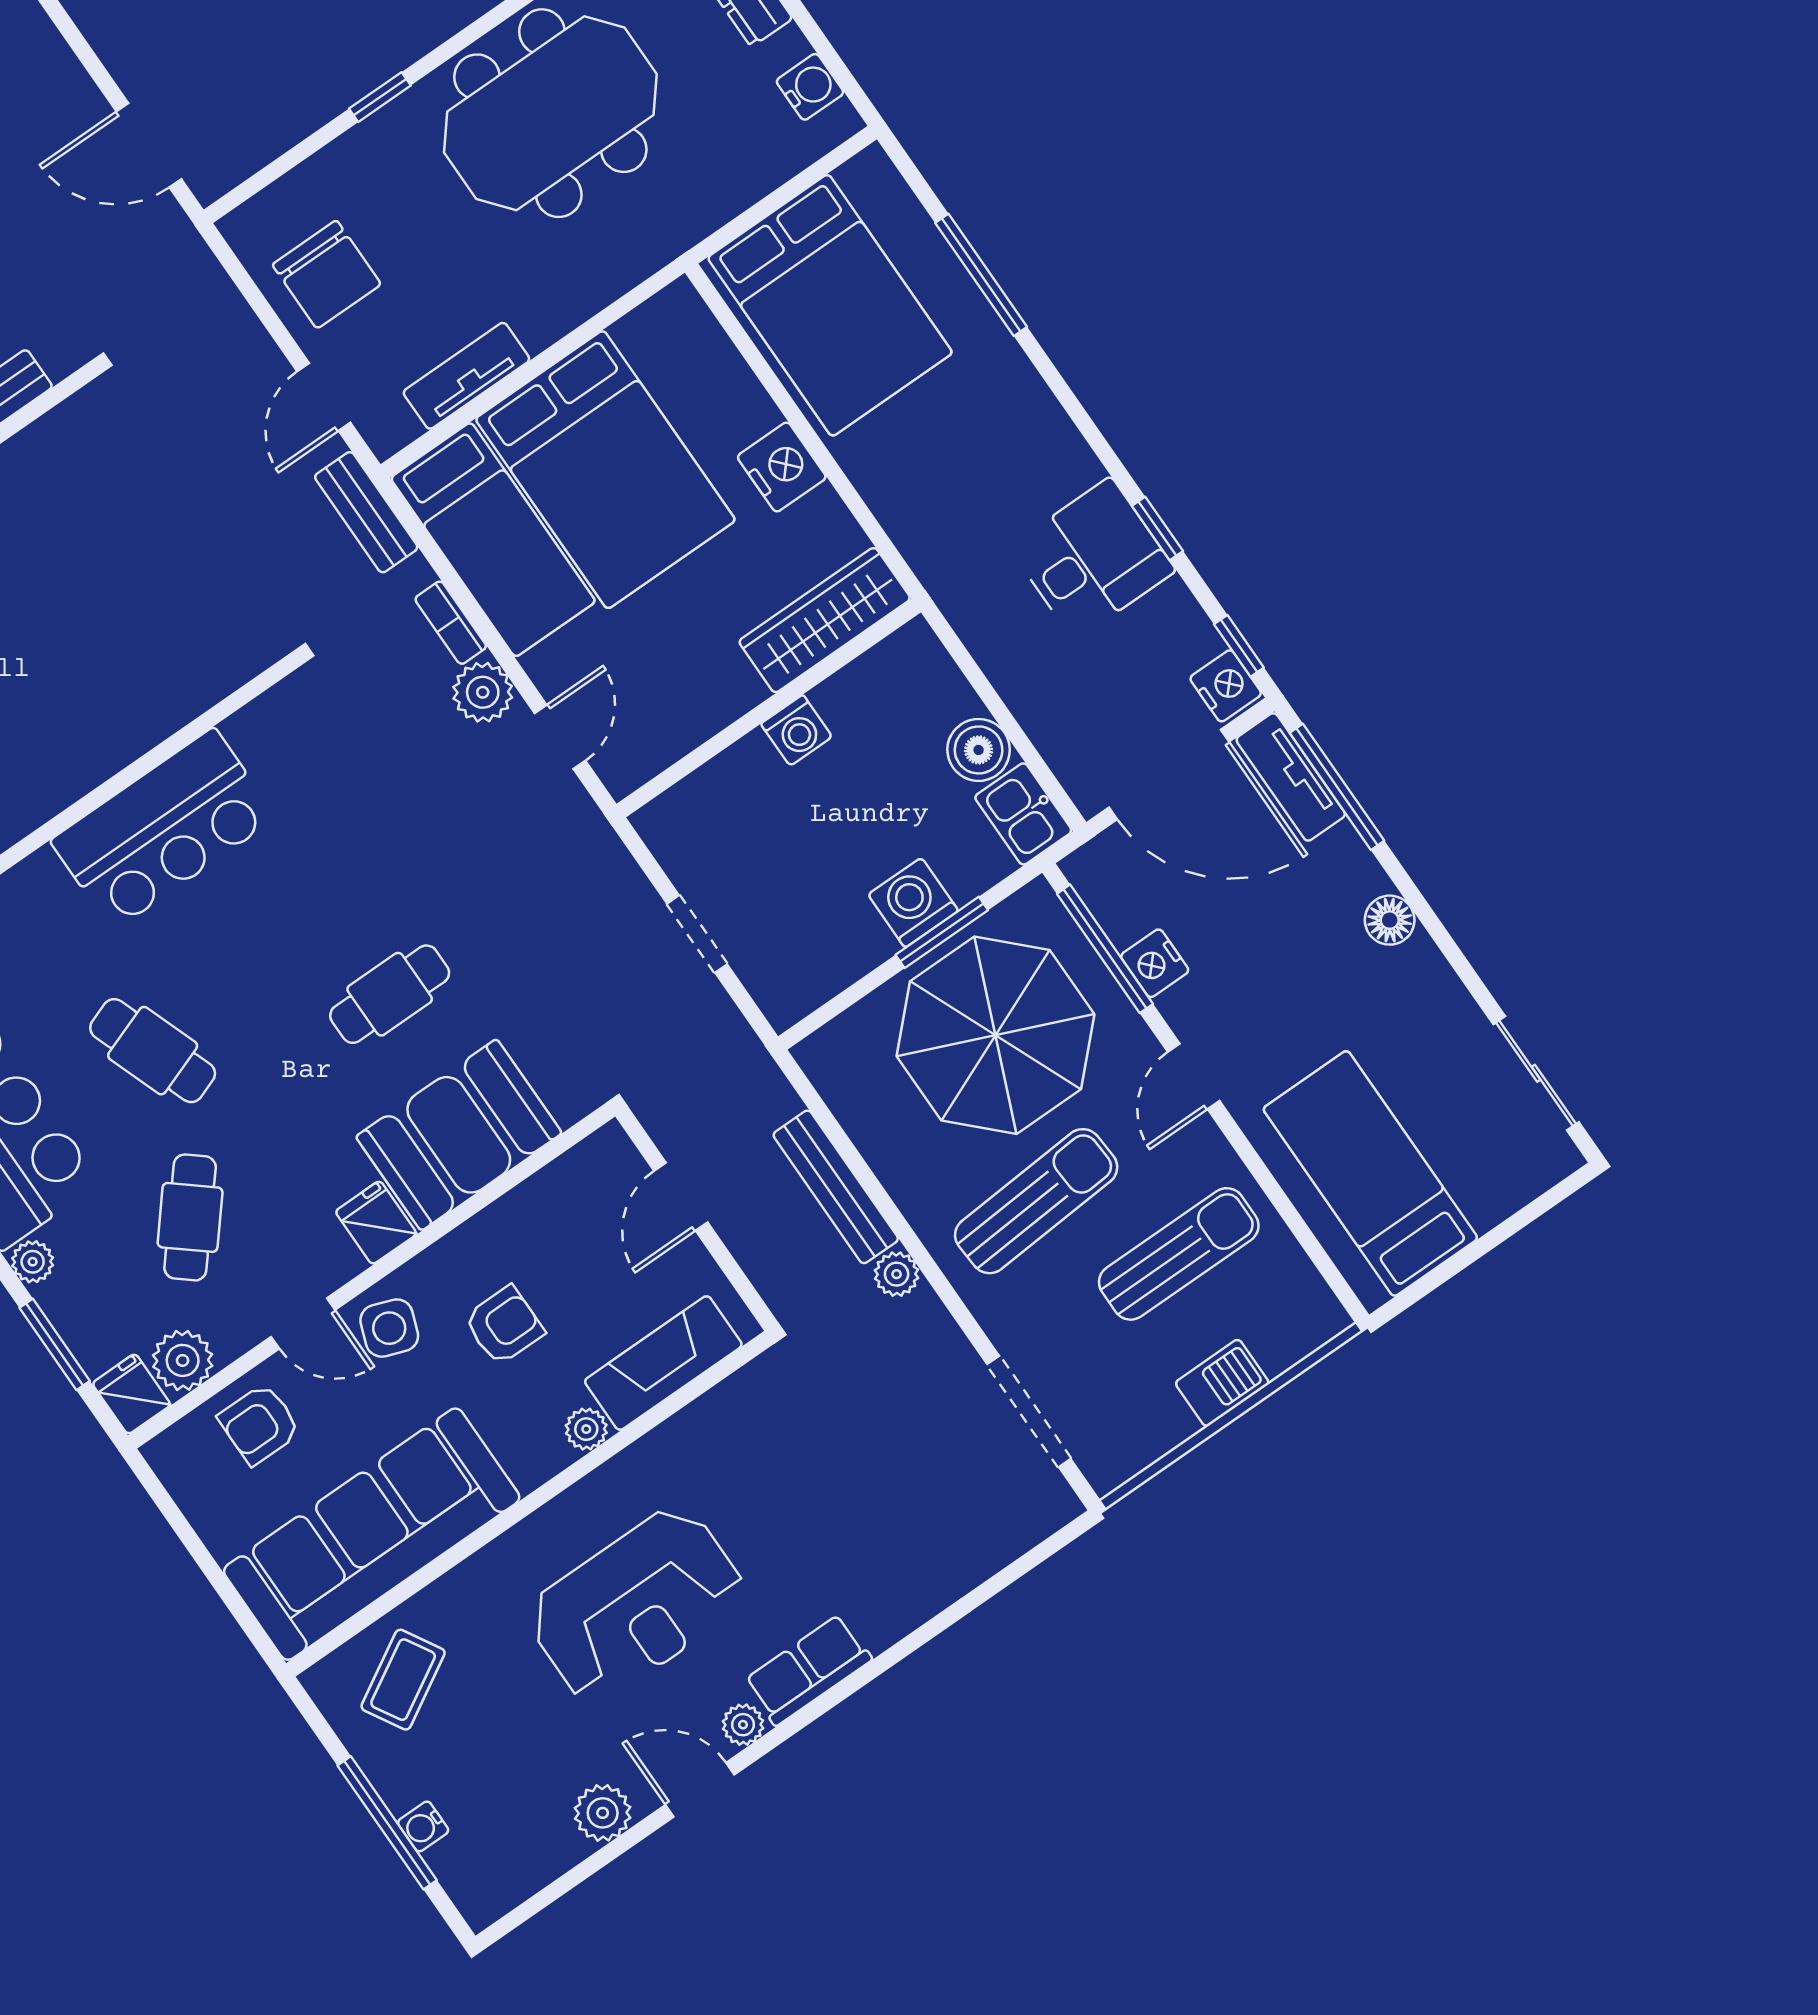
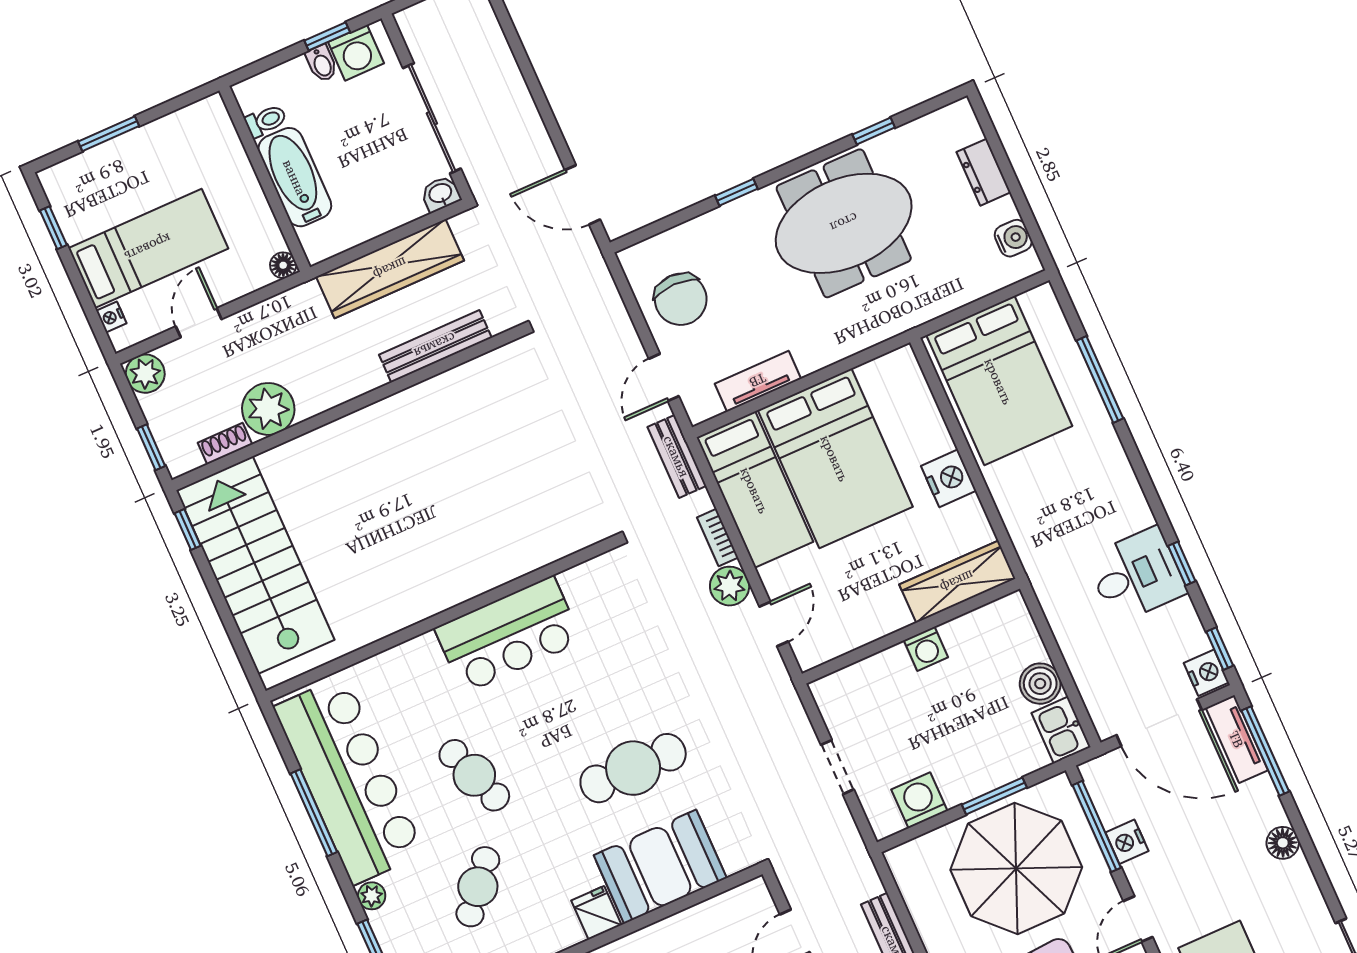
washing machine: (913, 903) -> (919, 800), moved
cafe table: (390, 994) -> (633, 768), width x1.37, depth x1.35

